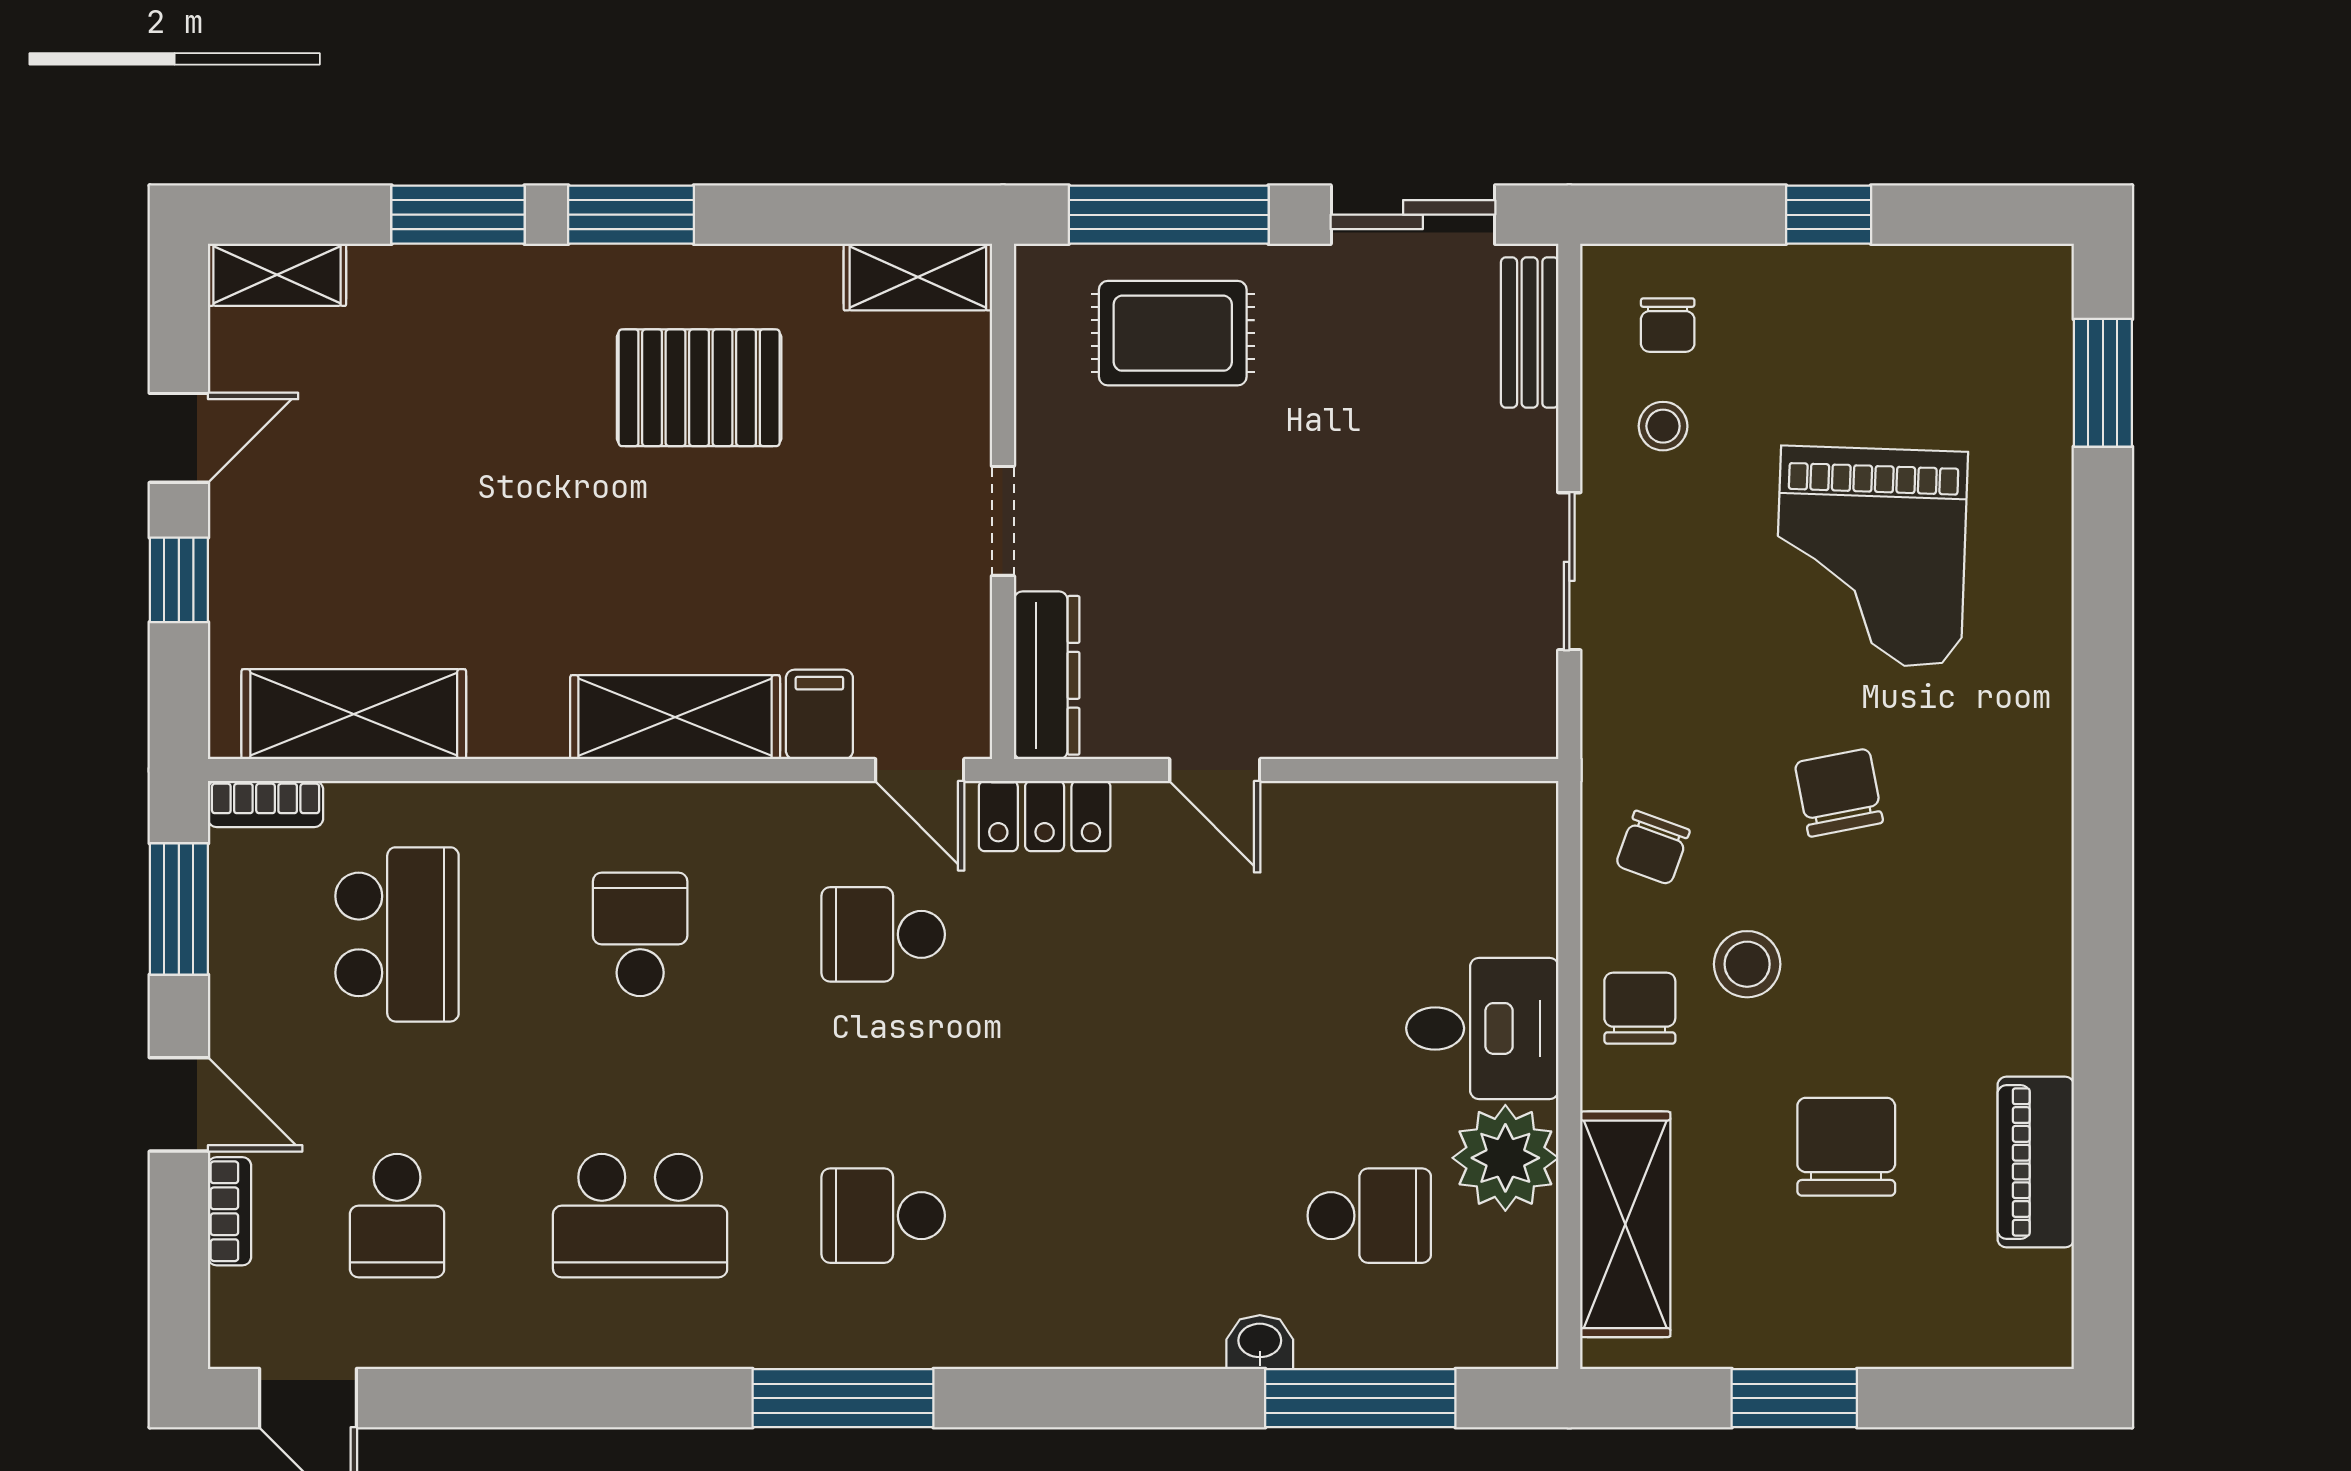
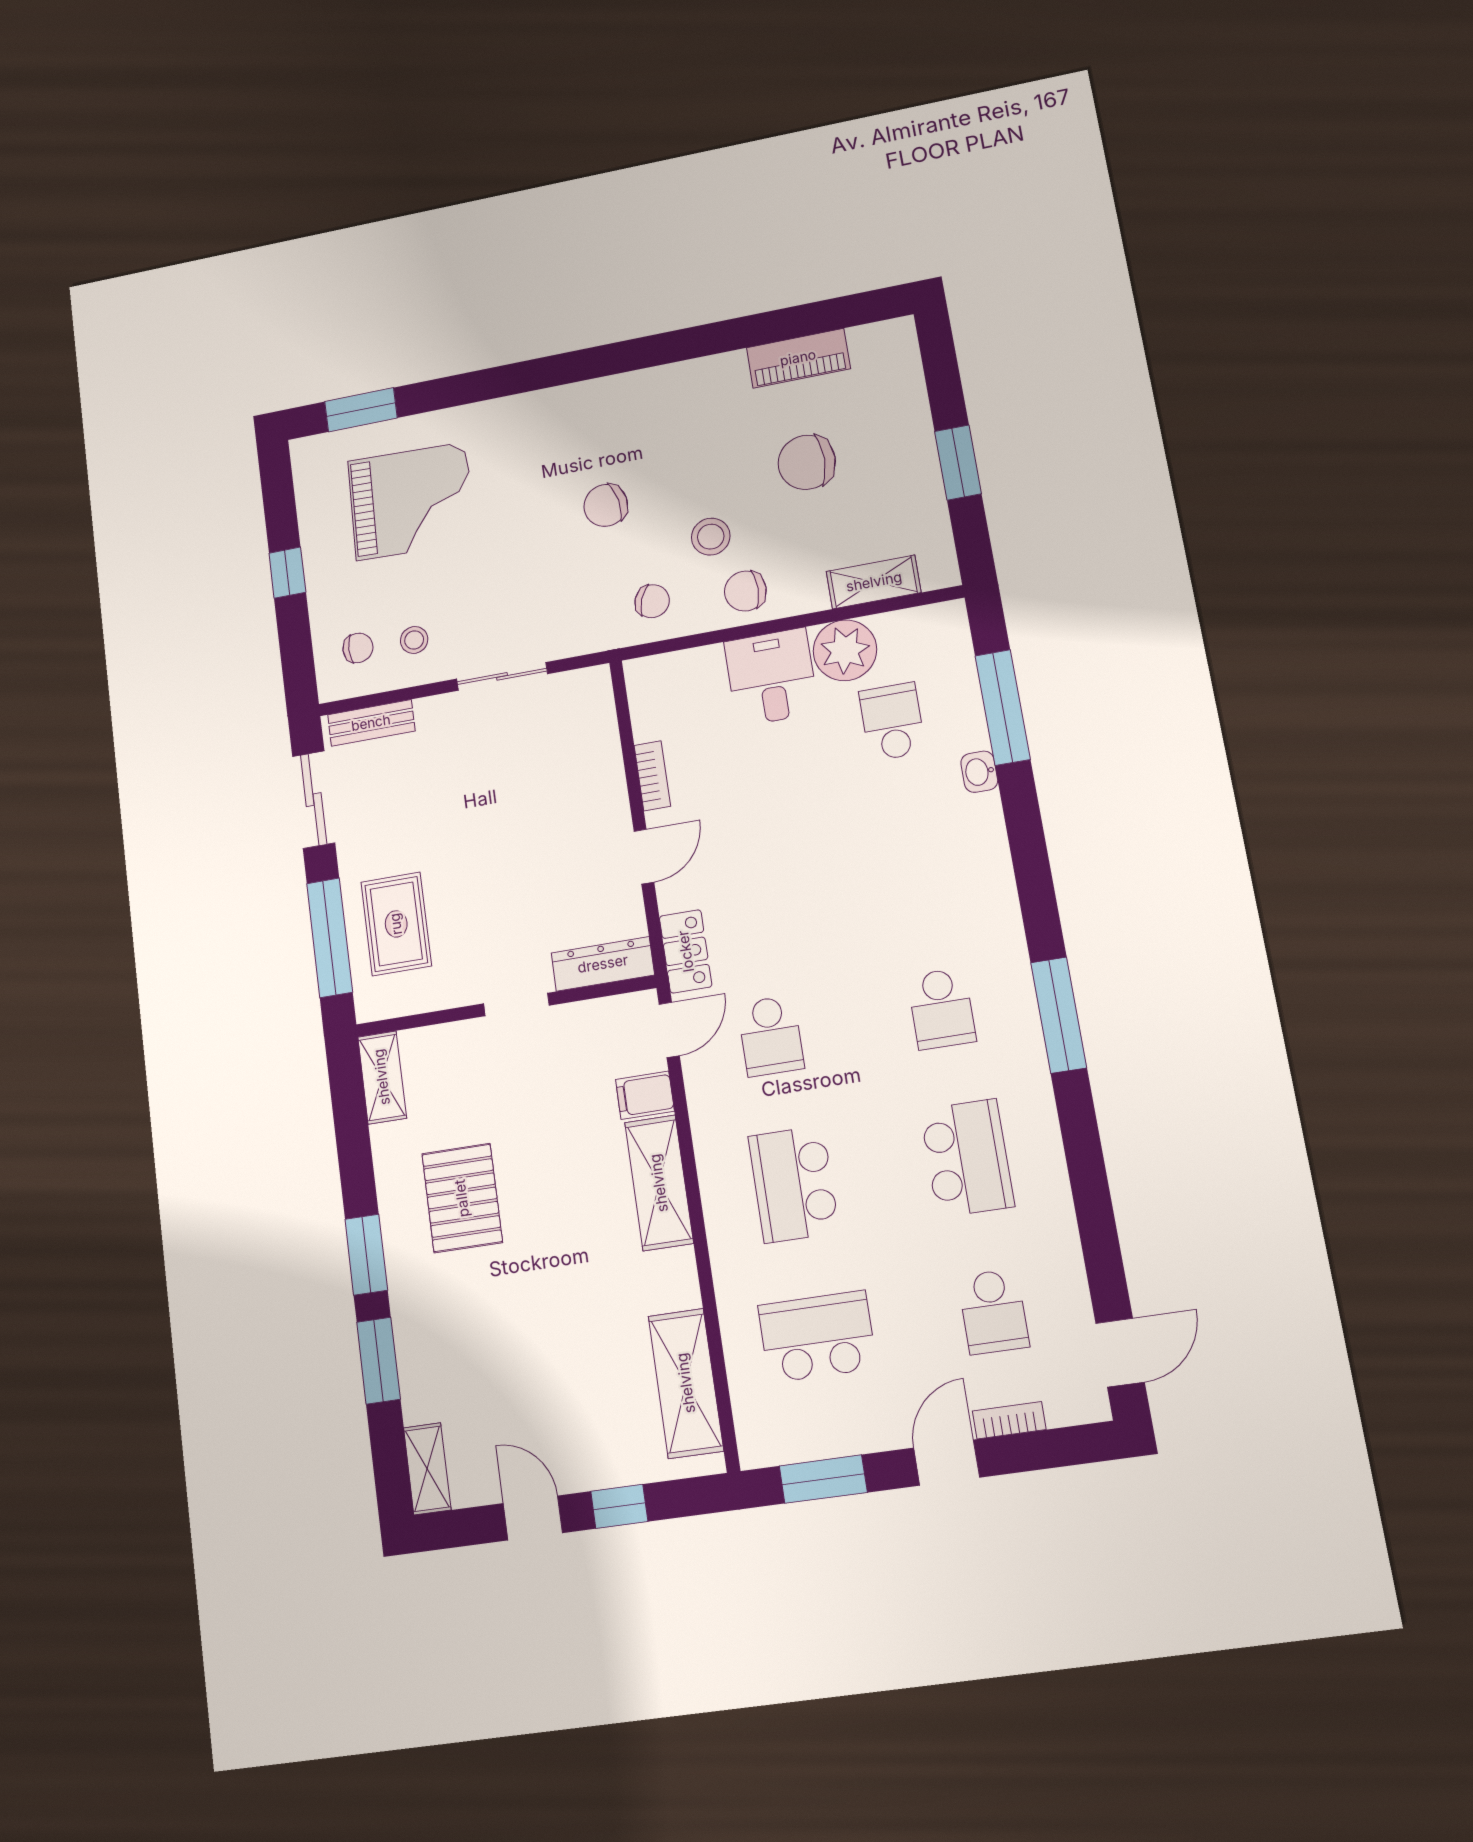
grand piano: (1871, 557) -> (411, 501), moved
bookcase: (266, 804) -> (652, 776), moved
school desk: (640, 934) -> (794, 1184), width x1.85
school desk: (397, 1216) -> (993, 1312), turned 90
shelving: (1625, 1224) -> (874, 582), width x0.67, depth x0.75

